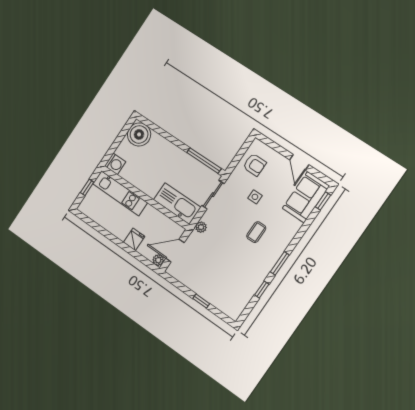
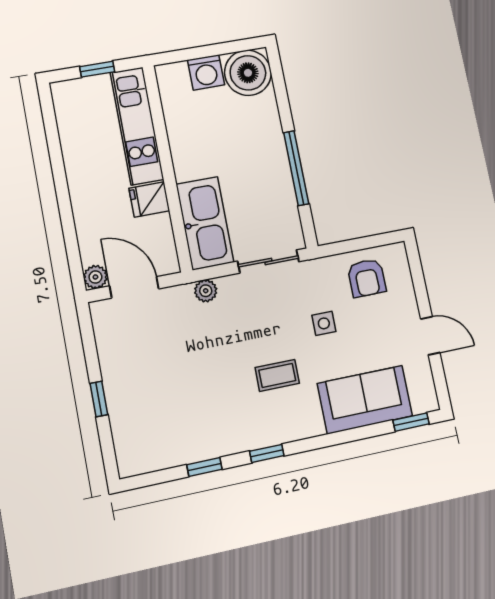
window: (204, 161) -> (296, 168), moved
door: (299, 162) -> (430, 336), swing flipped
washing machine: (115, 164) -> (206, 72), moved
sofa: (306, 197) -> (365, 400), moved
fridge: (134, 239) -> (149, 199), moved, turned 180
window: (280, 263) -> (267, 453), width x0.67

